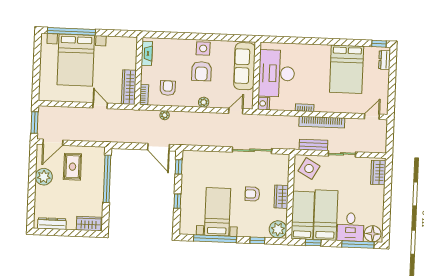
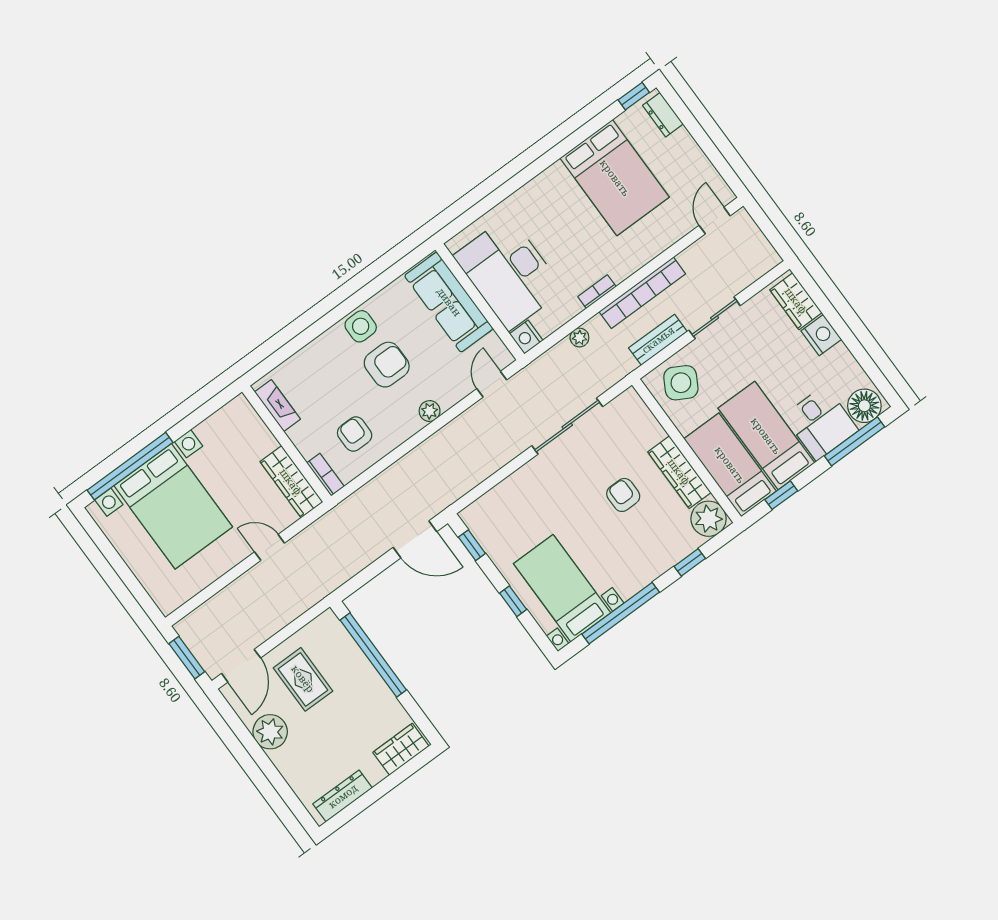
armchair: (201, 71) -> (387, 365), turned -90
plant: (165, 115) -> (579, 338), moved
nightstand: (378, 193) -> (821, 335), added
armchair: (252, 194) -> (623, 495), turned 90
wardrobe: (281, 197) -> (679, 472), width x1.50
bed with nightstands: (217, 212) -> (562, 588), moved

